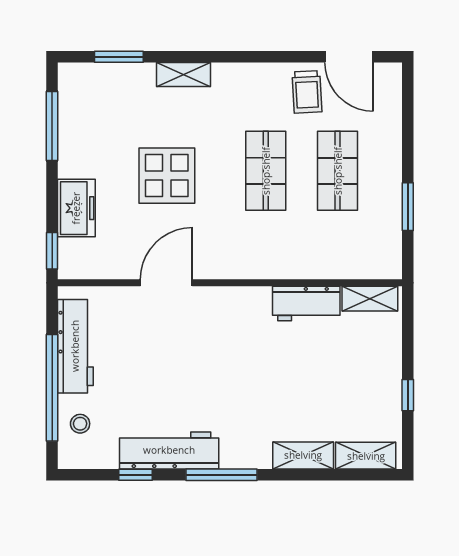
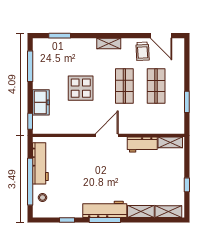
shelving: (184, 74) -> (109, 44), moved
door: (166, 283) -> (107, 135), moved
workbench: (169, 450) -> (105, 209), moved

